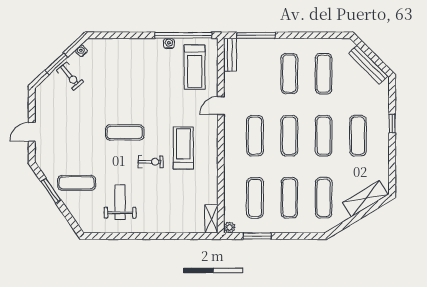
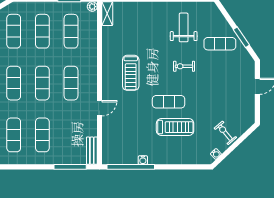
window: (56, 64) -> (237, 143), removed
treadmill: (195, 67) -> (175, 127), moved, turned 90
exercise mat: (125, 132) -> (169, 102), moved
exercise bike: (151, 162) -> (184, 66), moved
weight bench: (120, 202) -> (184, 27), turned 180

